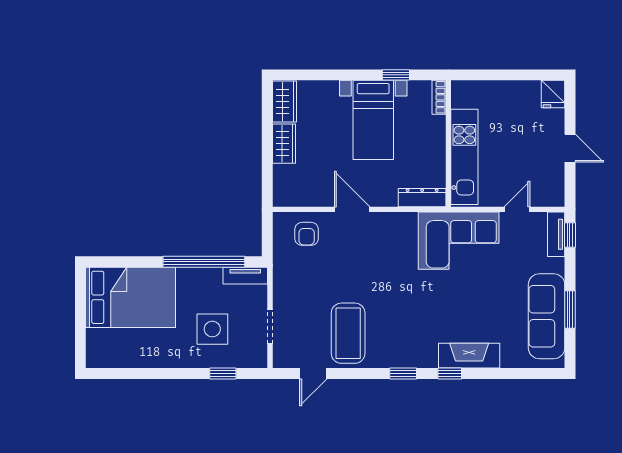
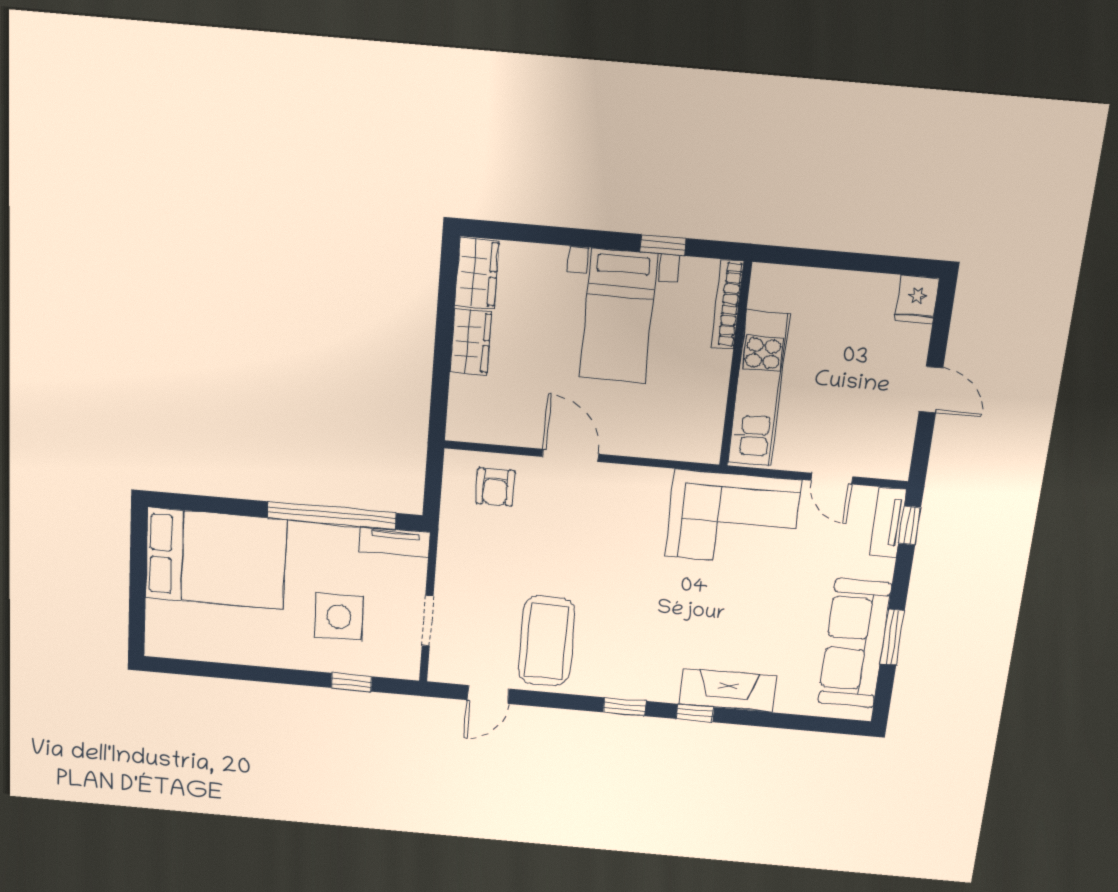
bookcase: (439, 97) -> (727, 304), width x1.56
dresser: (422, 198) -> (683, 447), removed
door: (517, 209) -> (832, 479), swing flipped

